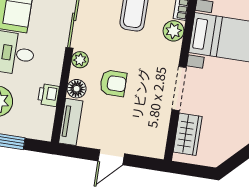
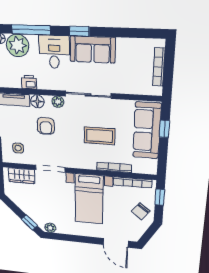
plant: (173, 31) -> (89, 163), removed
side table: (143, 131) -> (18, 148), added

